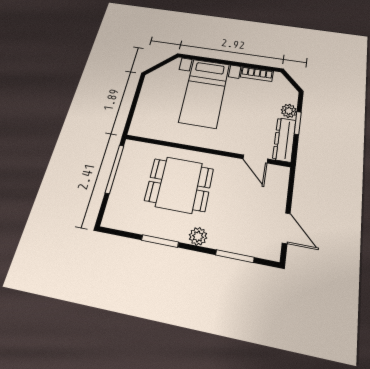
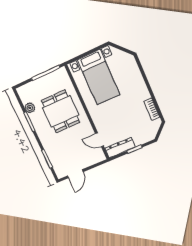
bed with nightstands: (204, 93) -> (99, 77), moved, turned -90
plant: (289, 111) -> (139, 140), removed
door: (255, 159) -> (99, 140), hinge flipped
plant: (198, 236) -> (30, 108), moved

